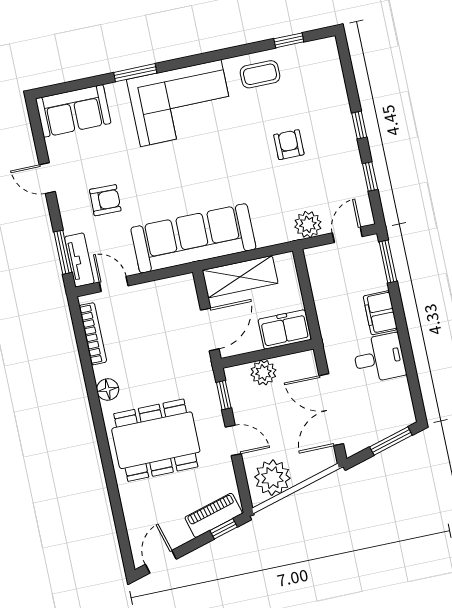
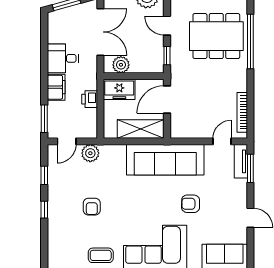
armchair: (105, 200) -> (191, 204), moved
door: (114, 284) -> (222, 141), swing flipped
printer: (326, 305) -> (90, 99), added
plant: (263, 373) -> (121, 65), moved
floor lamp: (108, 389) -> (240, 75), removed
window: (103, 443) -> (250, 42), added

